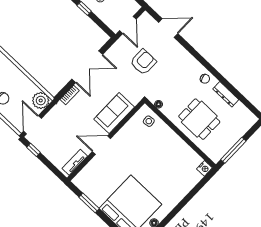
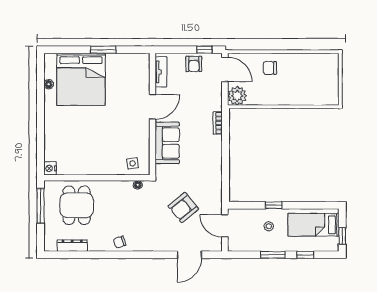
armchair: (143, 62) -> (183, 207), turned 51
double door: (87, 67) -> (226, 160), removed
dresser: (226, 94) -> (72, 246), moved
dining table: (199, 119) -> (77, 205), moved, turned 90
armchair: (49, 147) -> (194, 64), added
window: (89, 203) -> (103, 50), moved

